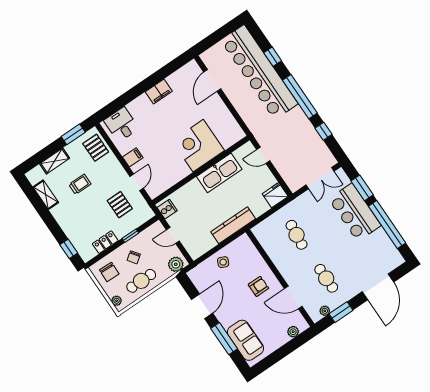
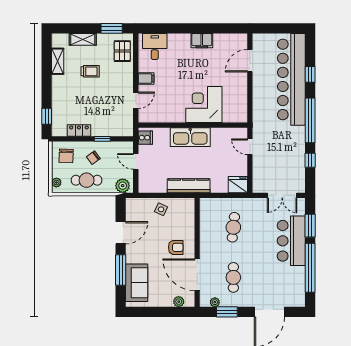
kitchen sink: (219, 173) -> (190, 137), moved
pallet: (120, 205) -> (111, 109), removed
door: (293, 297) -> (197, 275), width x1.36

